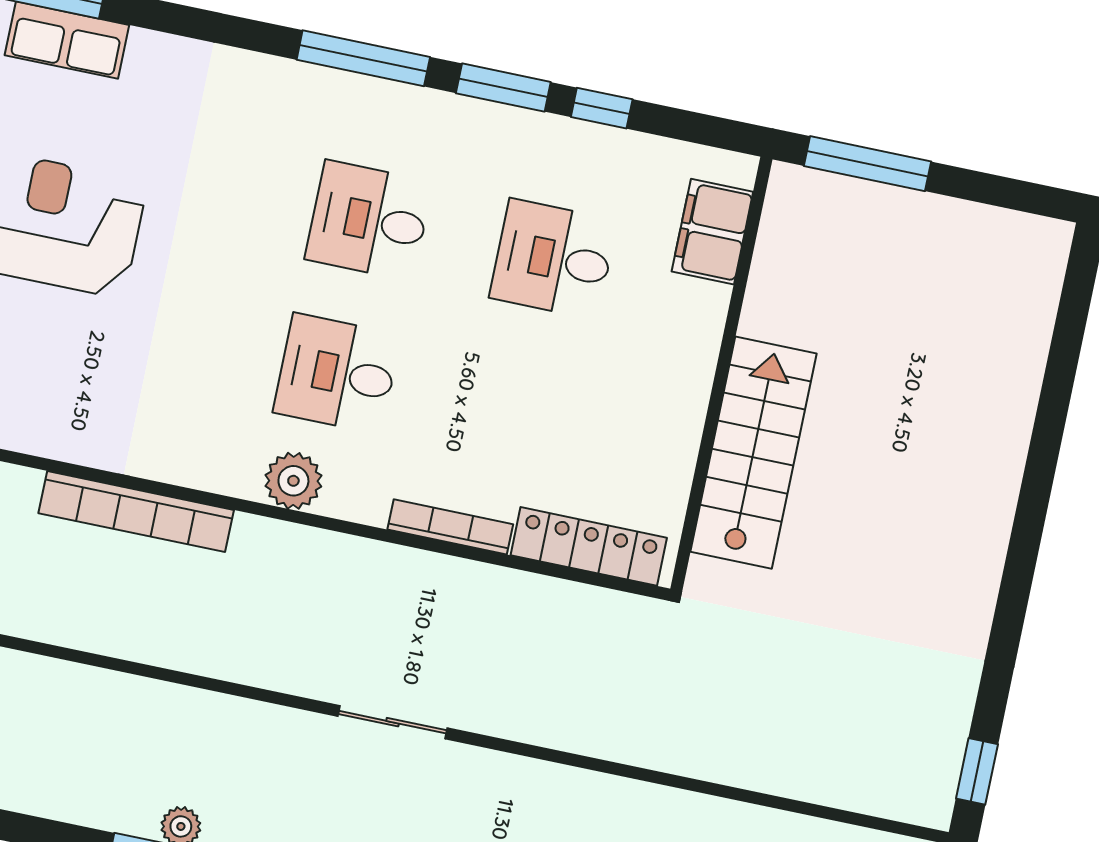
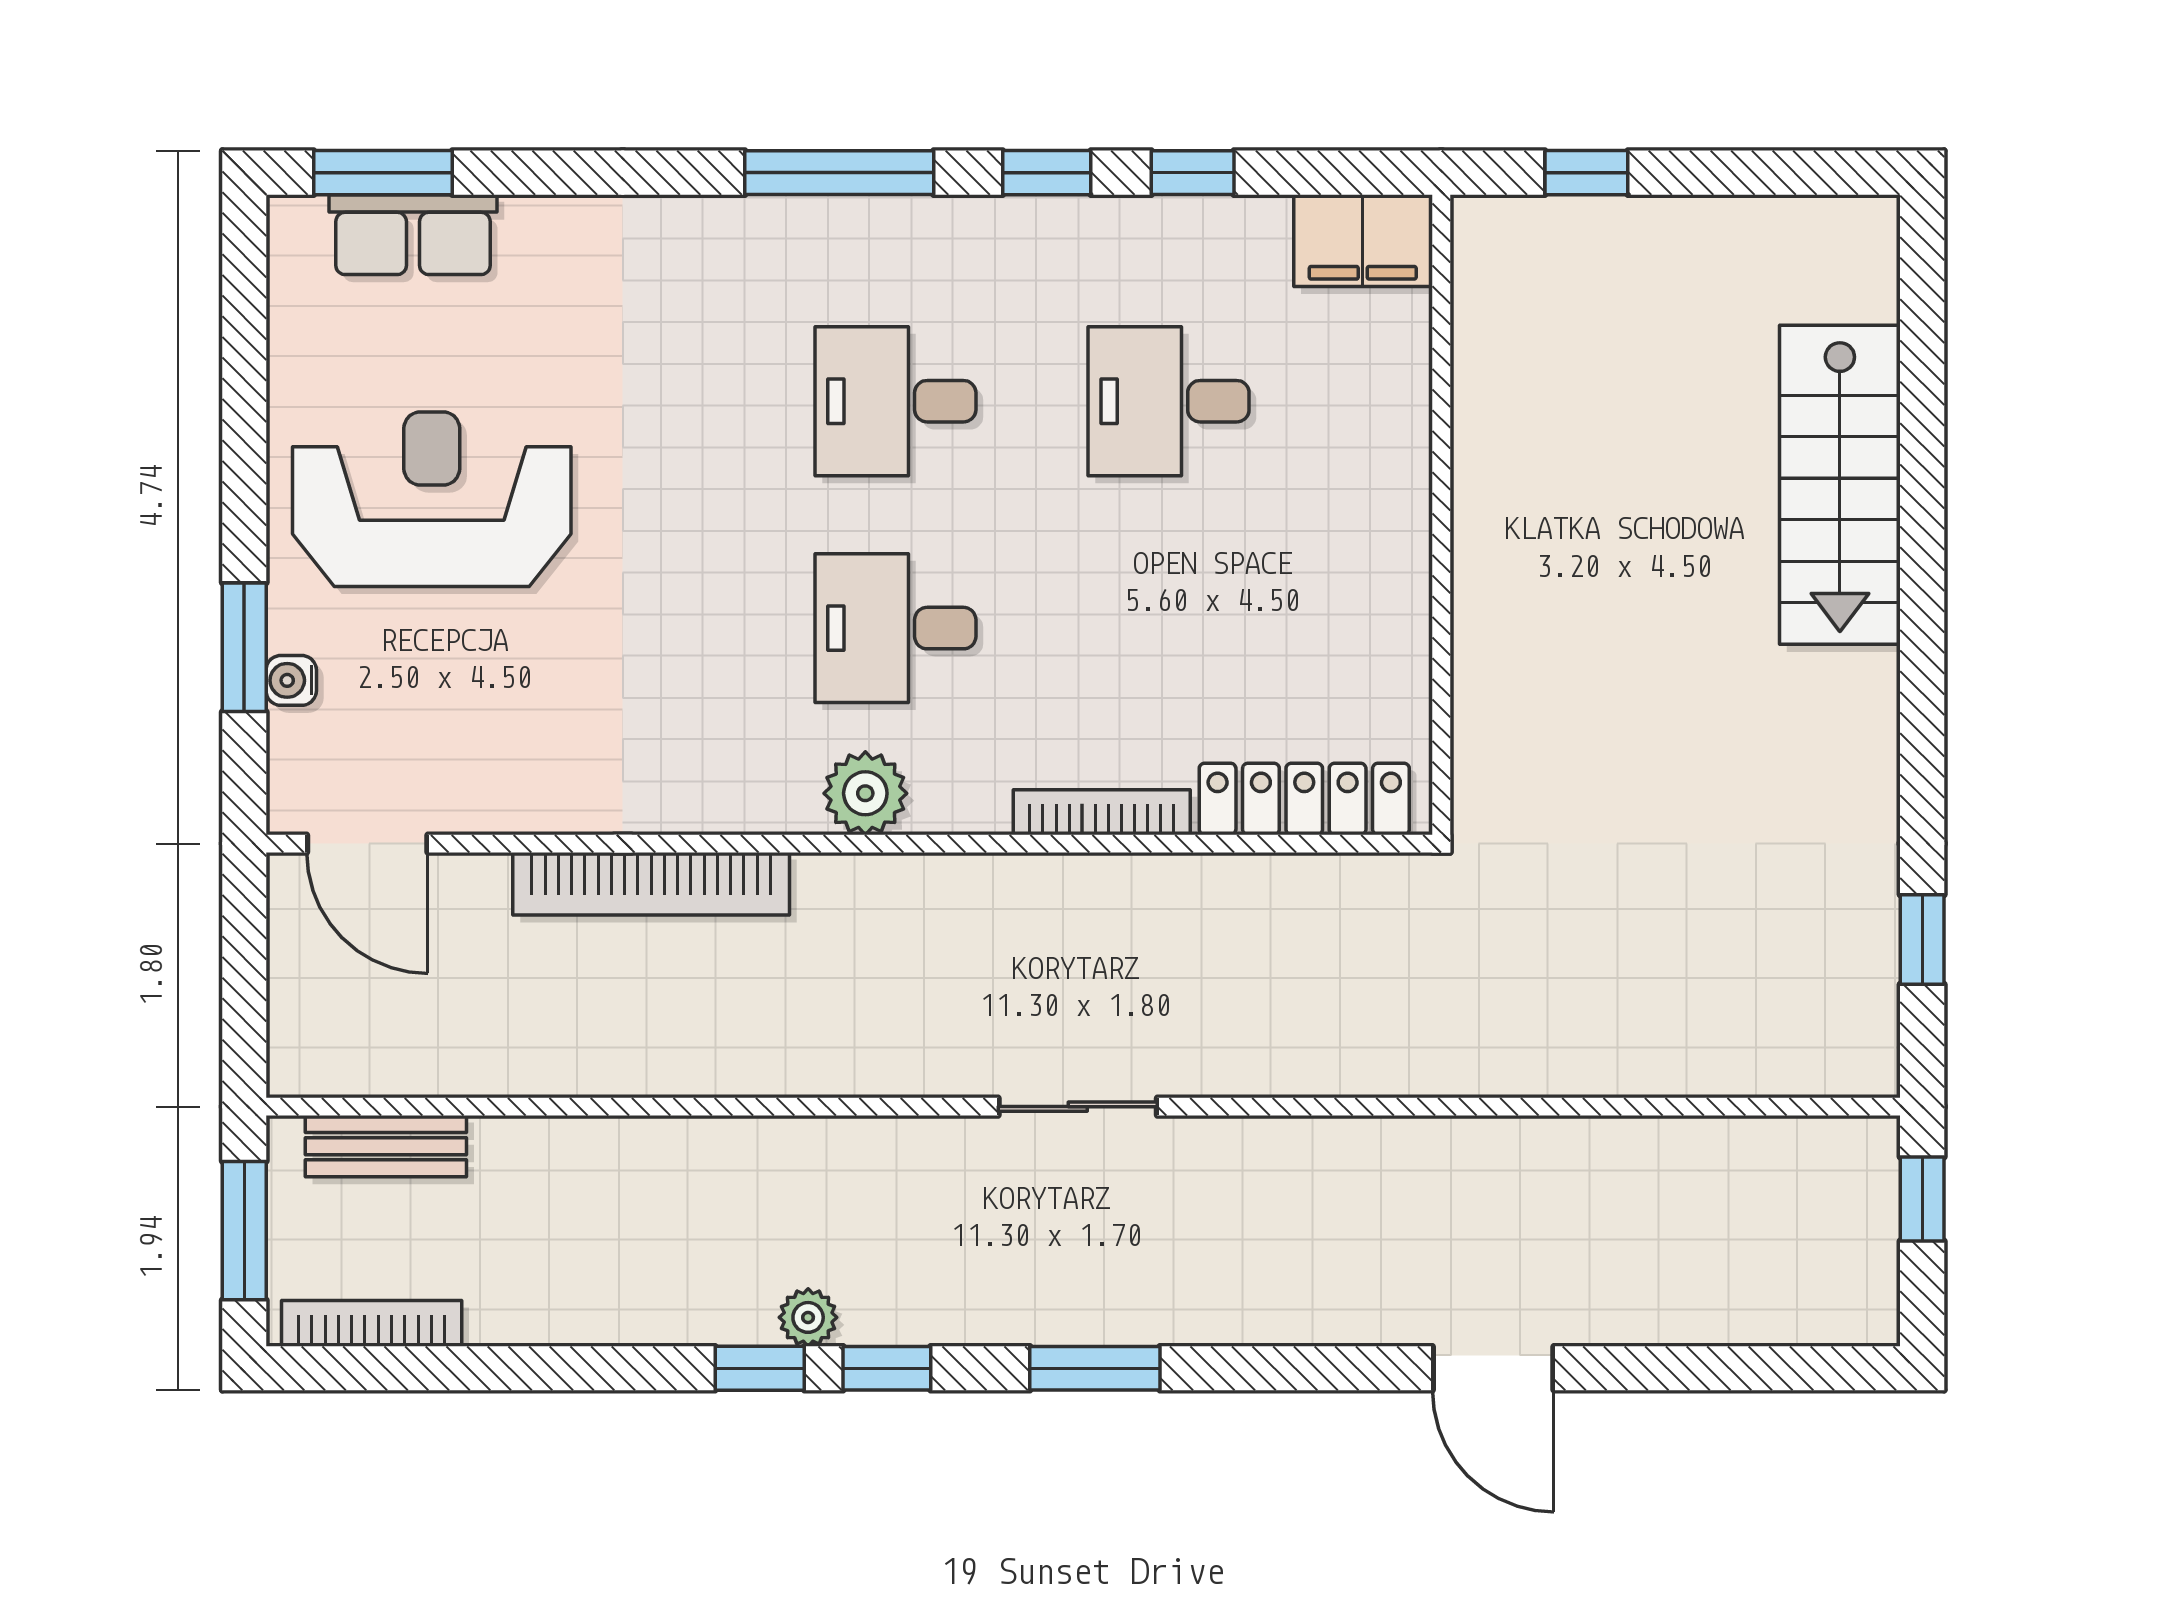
window: (503, 88) -> (1047, 173), width x0.67
window: (867, 164) -> (1586, 173), width x0.46
filing cabinet: (712, 232) -> (1363, 241), moved, turned -90
stairs: (753, 453) -> (1840, 485), moved, turned 180
window: (977, 771) -> (1922, 940), moved

